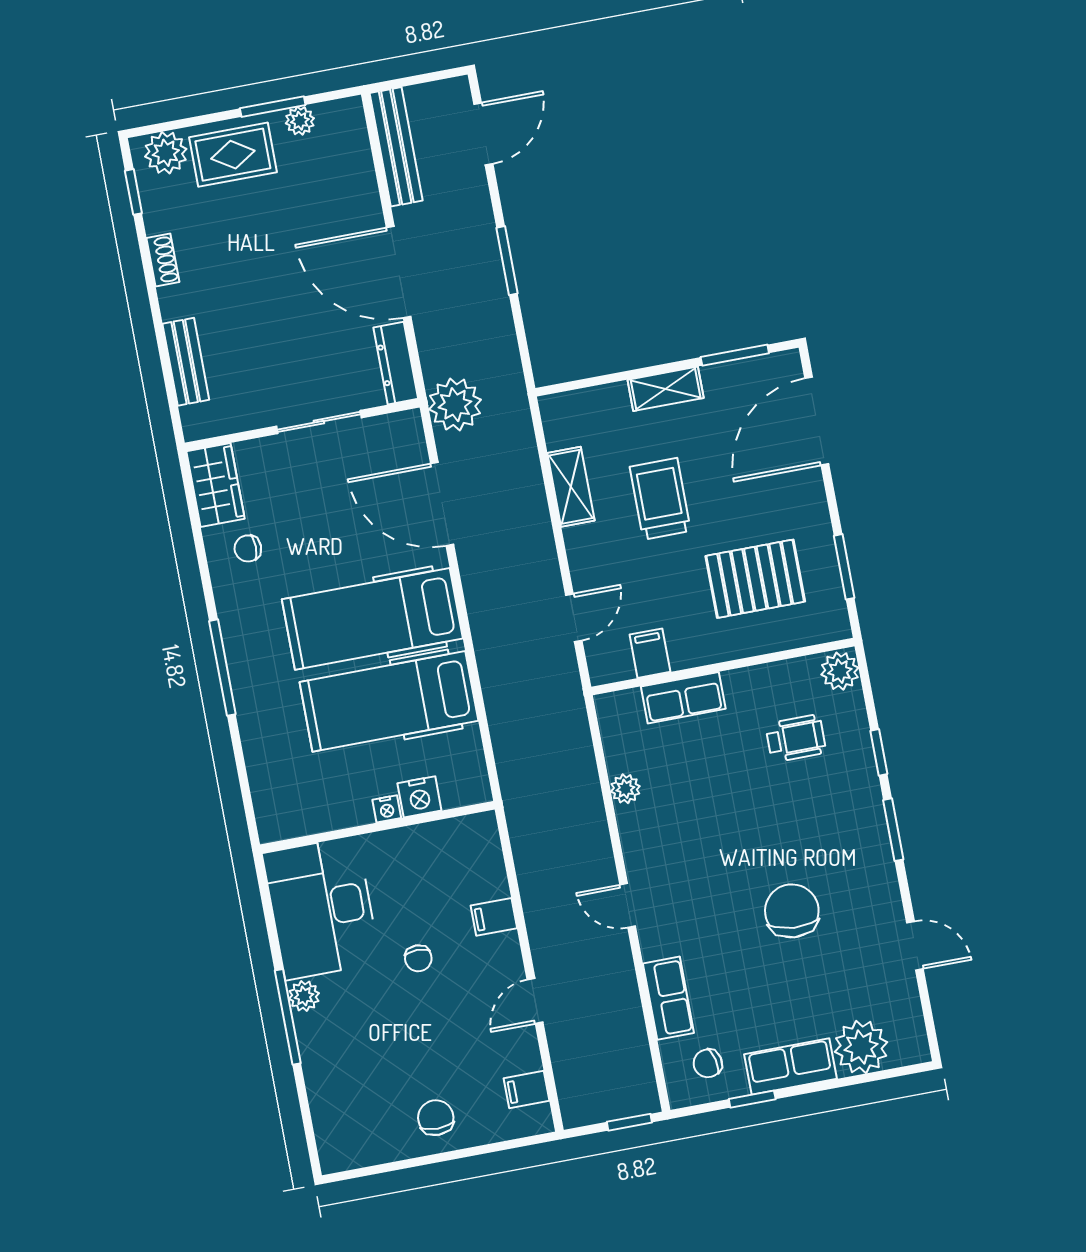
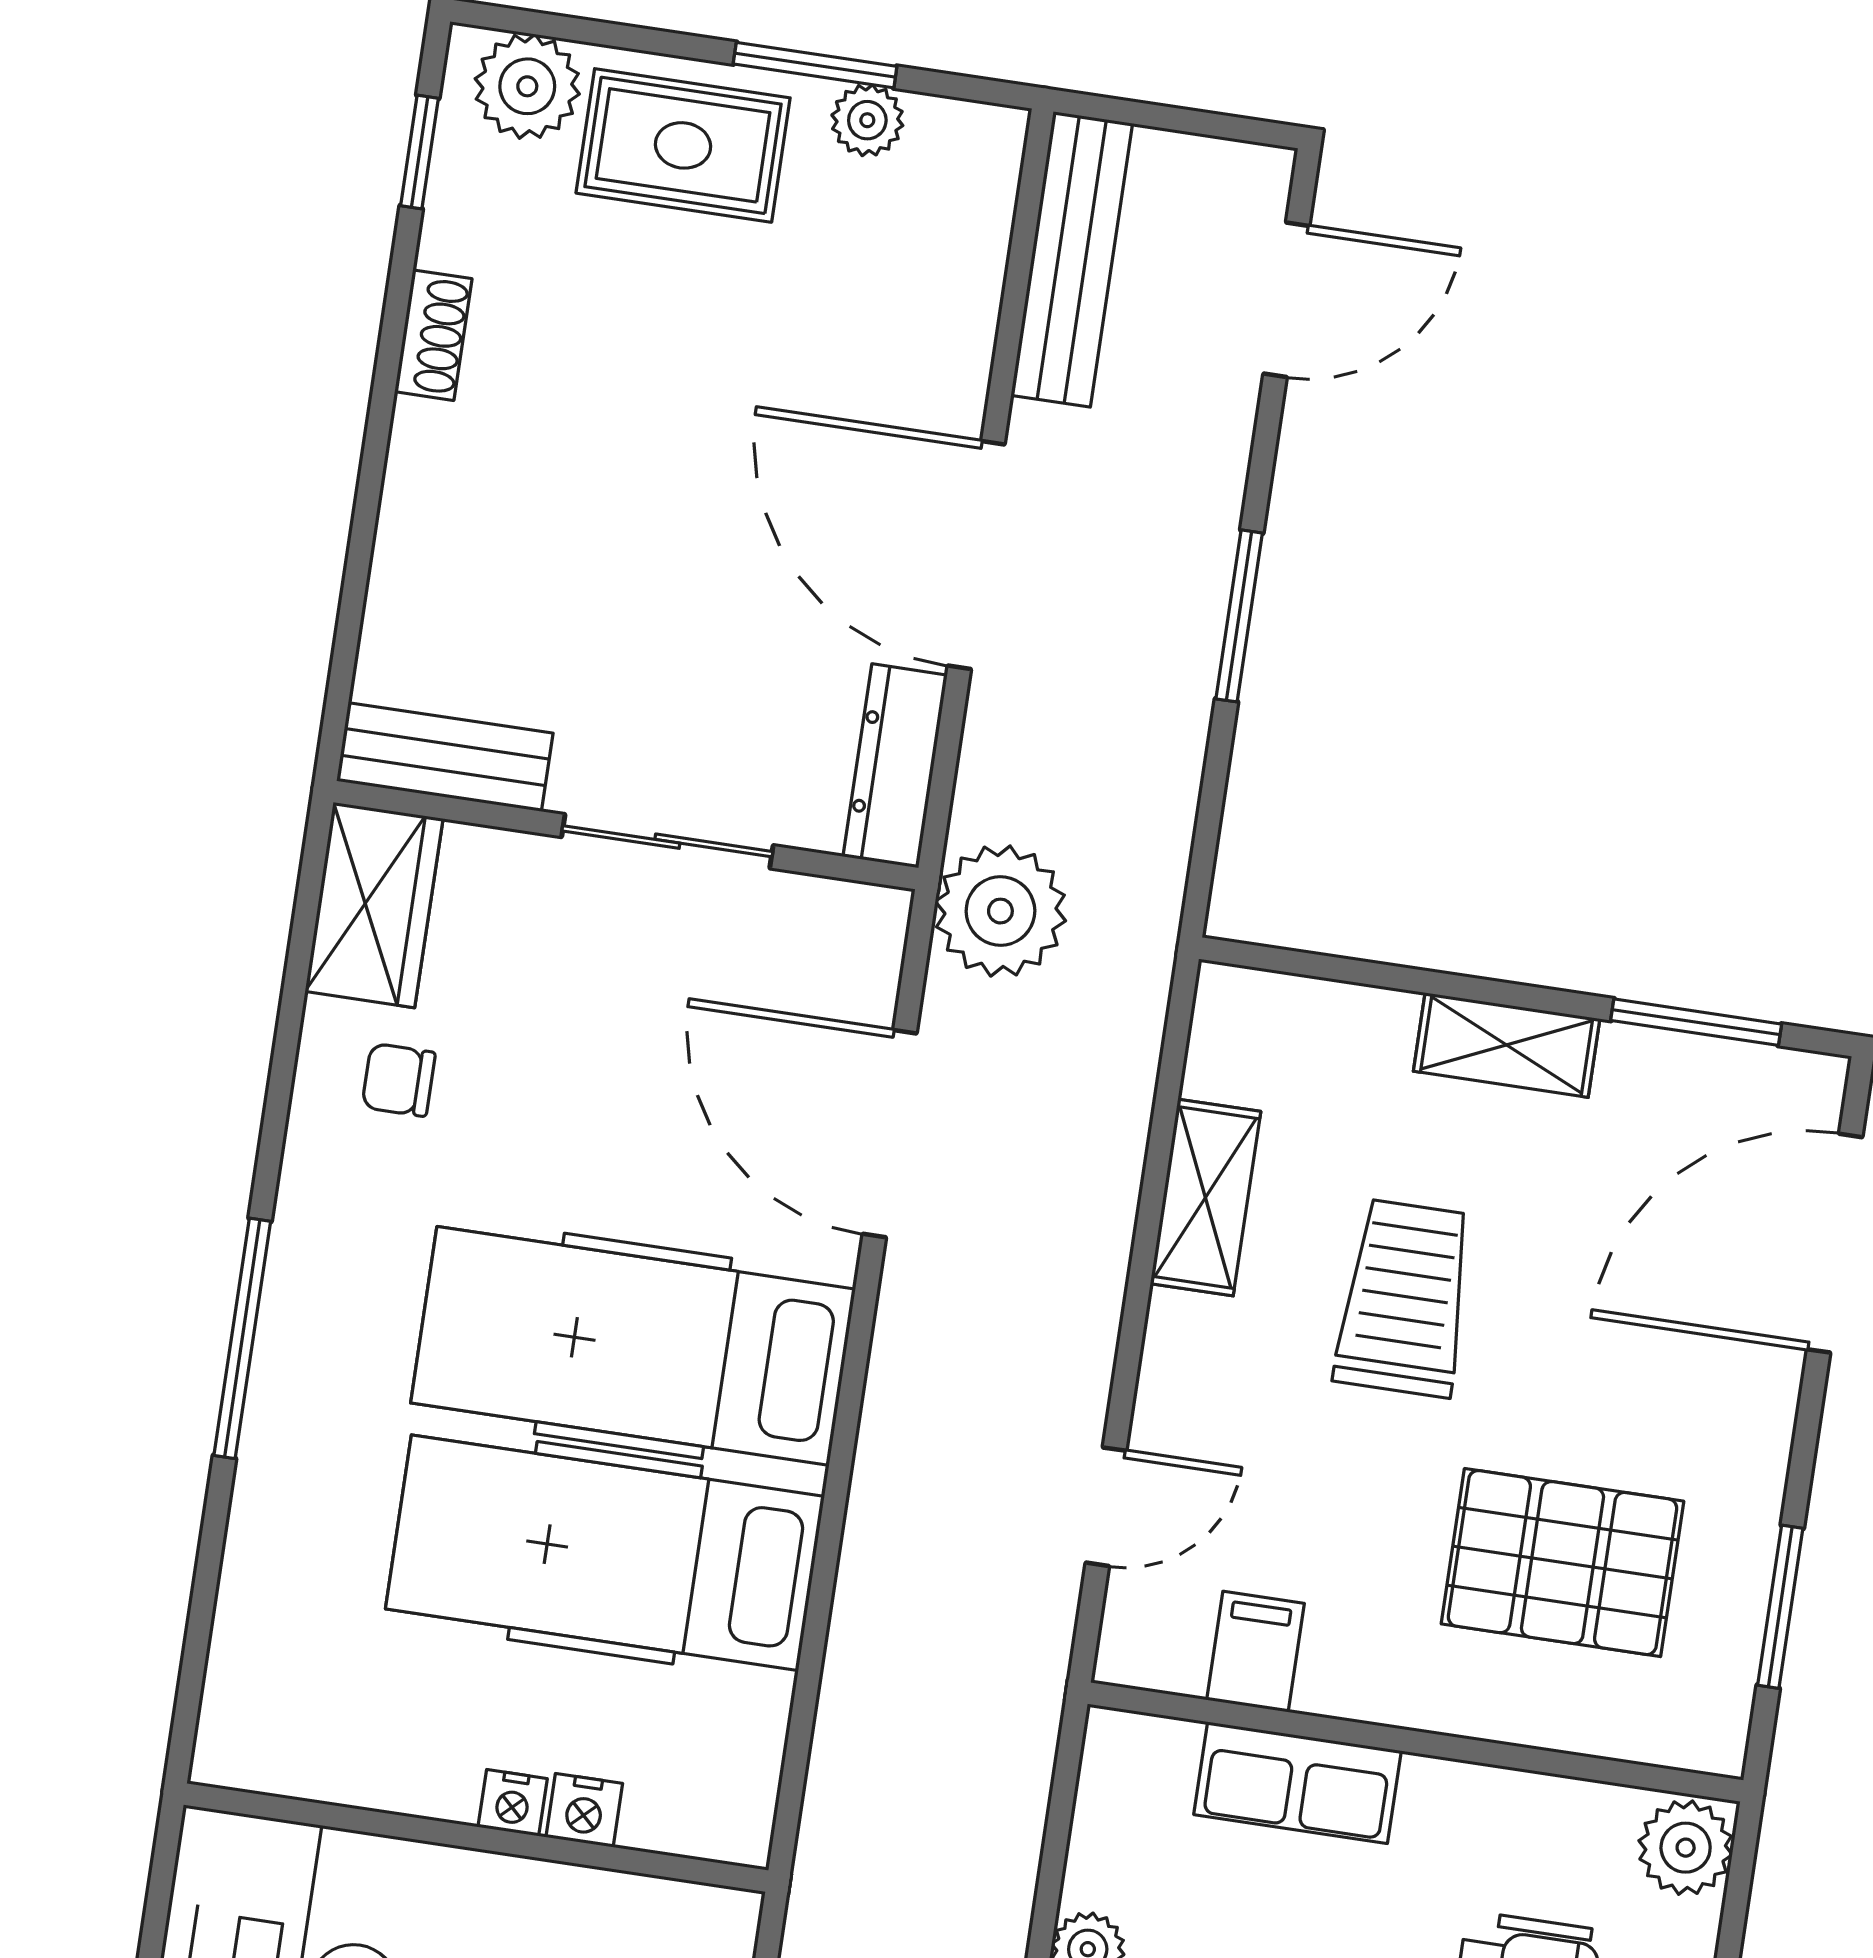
bench: (186, 362) -> (445, 757), moved, turned 90
nightstand: (419, 797) -> (584, 1810), width x0.72, depth x0.74

